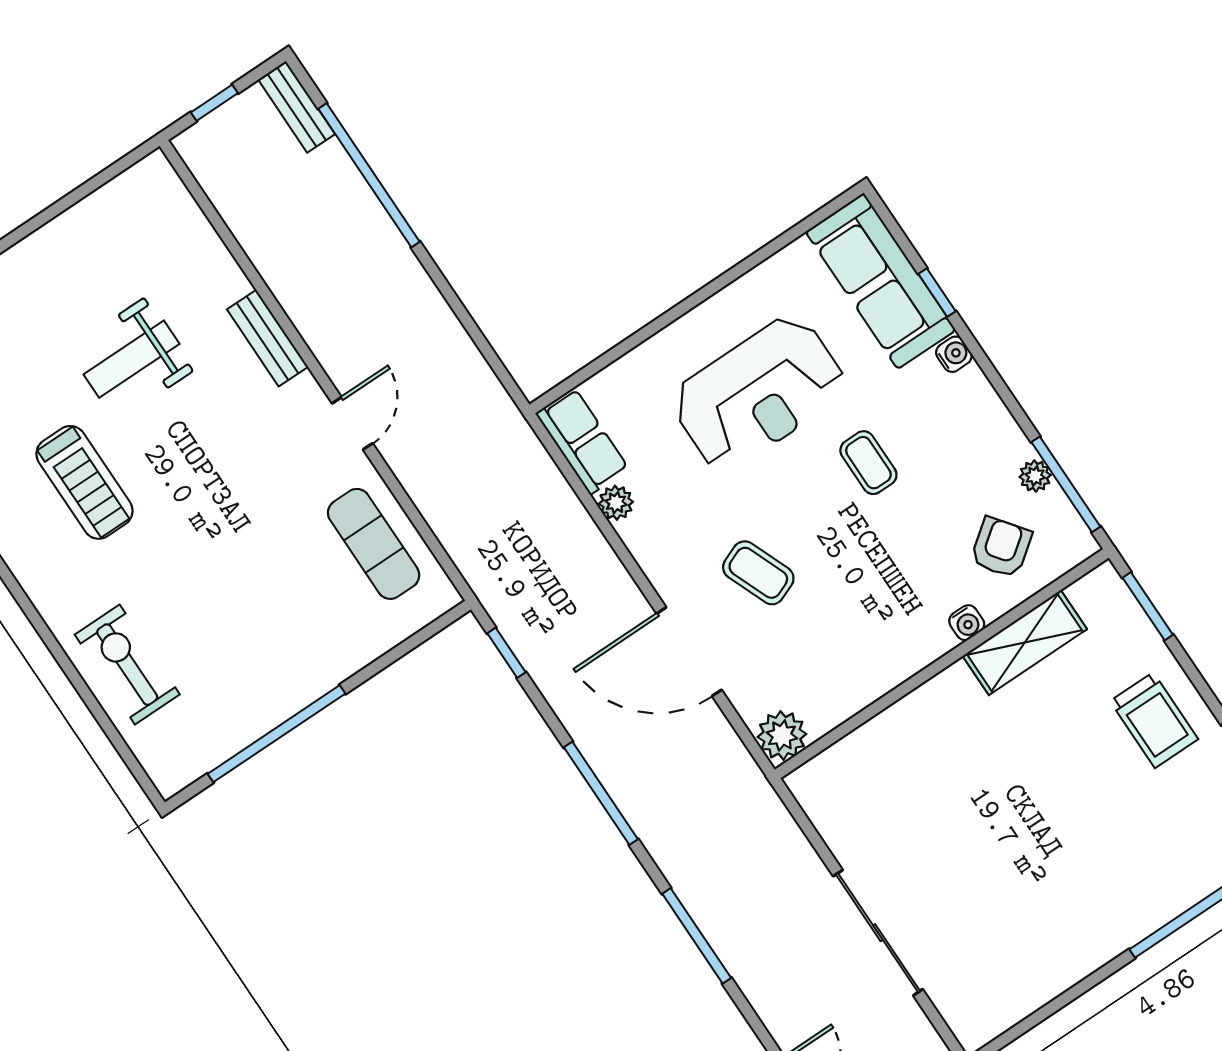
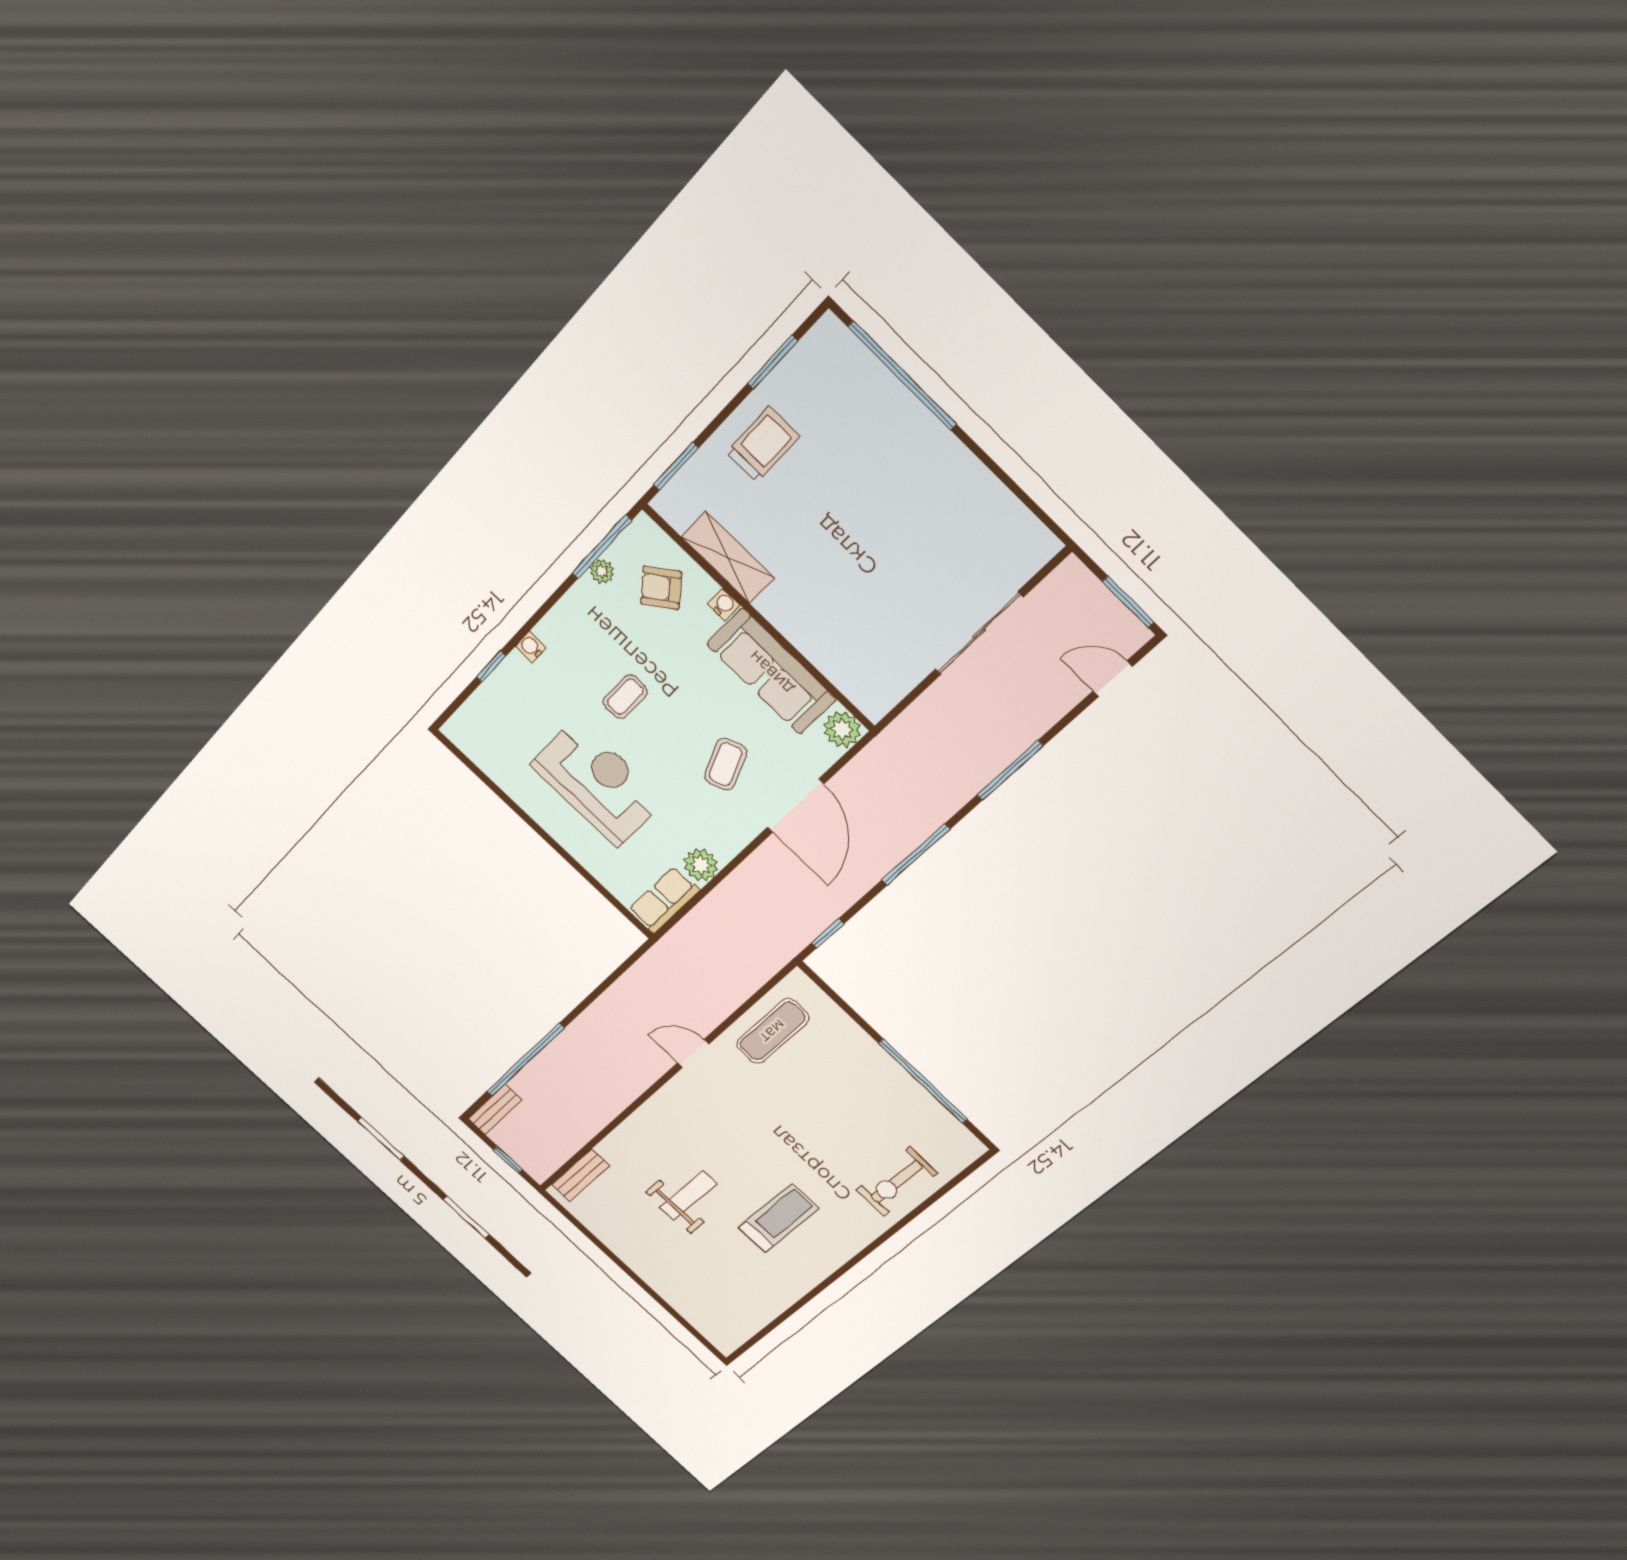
sofa: (881, 281) -> (771, 672), moved, turned 90
bench: (267, 338) -> (581, 1175), moved
weight bench: (132, 359) -> (688, 1196), turned -90
plant: (616, 503) -> (701, 865), width x1.38, depth x1.38

